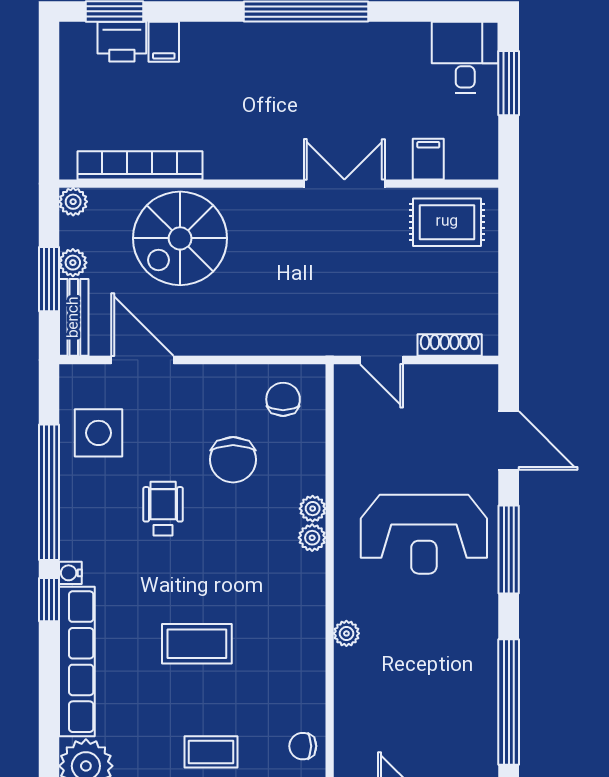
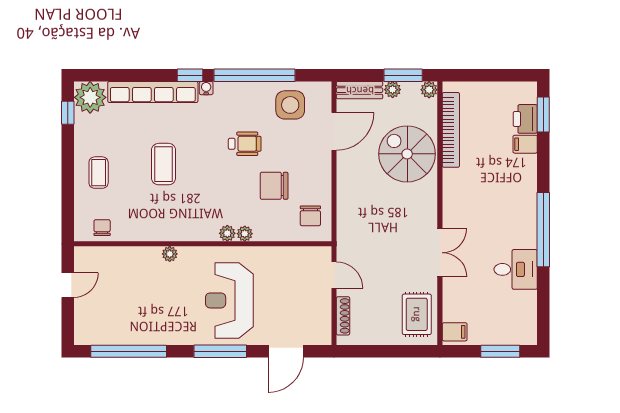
desk: (465, 58) -> (516, 269), moved
filing cabinet: (428, 159) -> (455, 332), moved
window: (49, 279) -> (403, 75), moved
door: (382, 360) -> (334, 275), swing flipped
chair: (283, 399) -> (310, 216), turned 90

